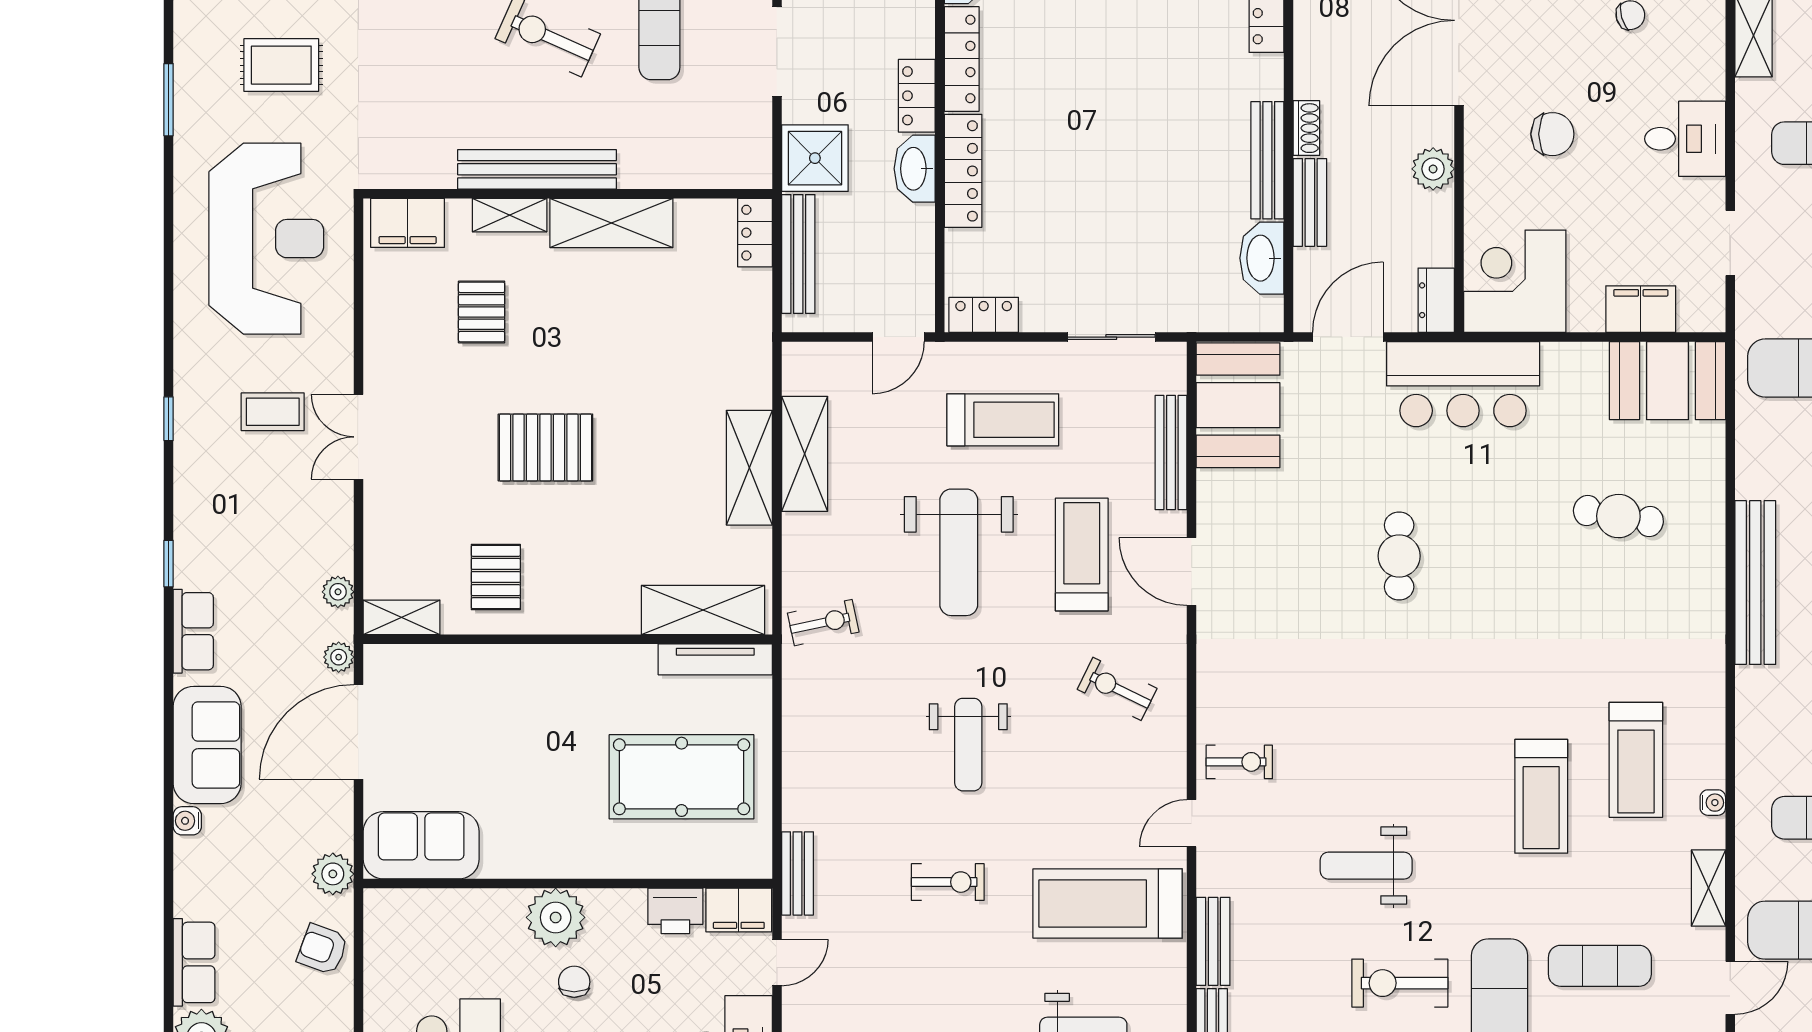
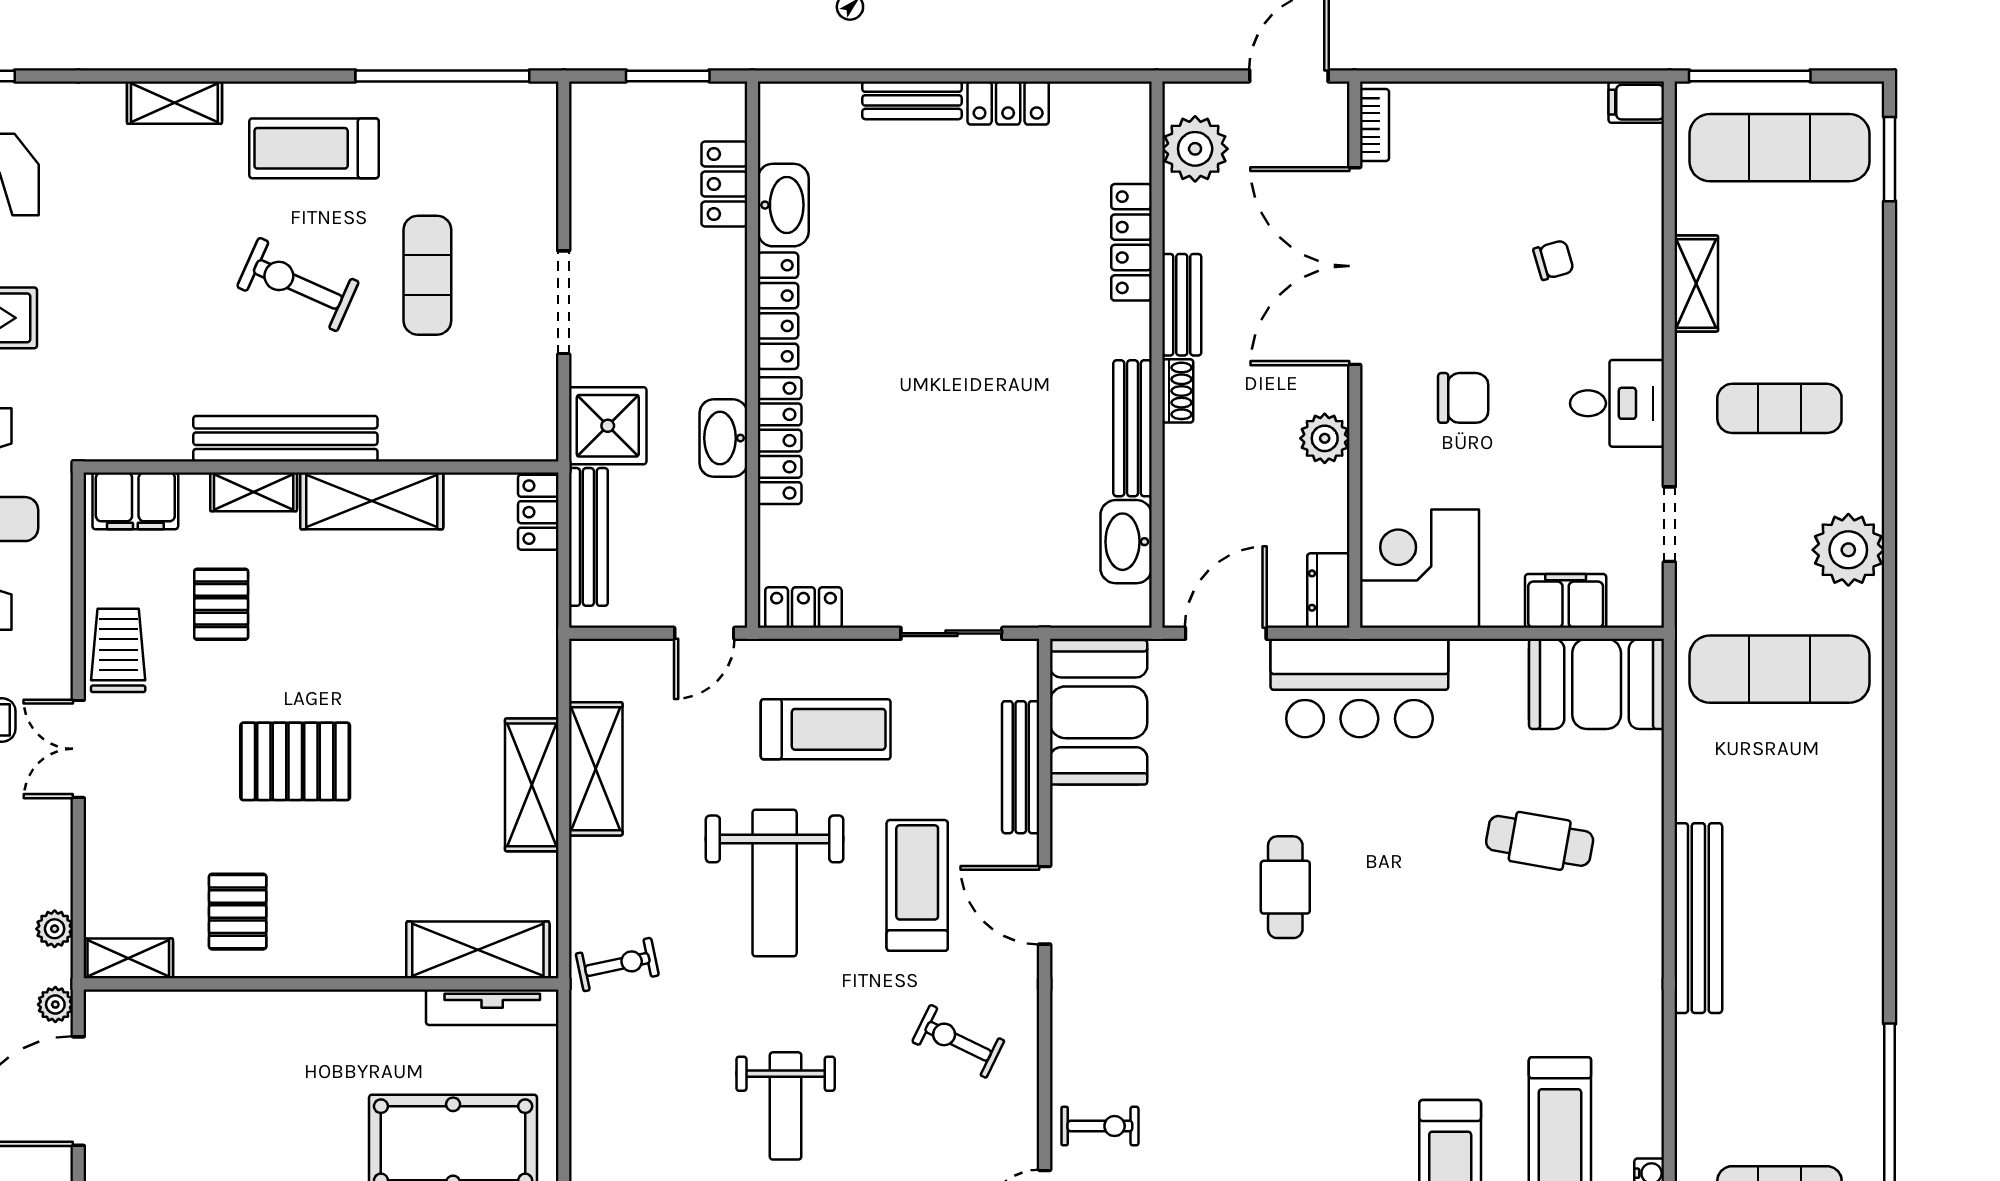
locker: (917, 96) -> (726, 353), removed
bench: (1310, 202) -> (1182, 305), moved
trolley: (393, 352) -> (118, 650), added

